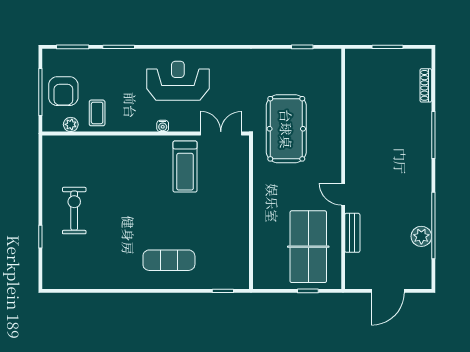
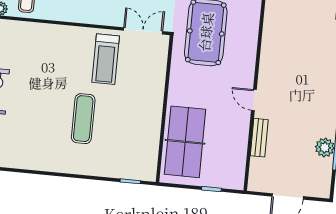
water cooler: (163, 126) -> (88, 18), removed
table tennis table: (308, 247) -> (185, 142), moved
exercise mat: (169, 260) -> (83, 119), moved, turned 90

